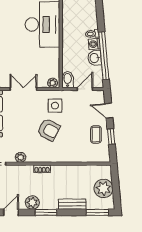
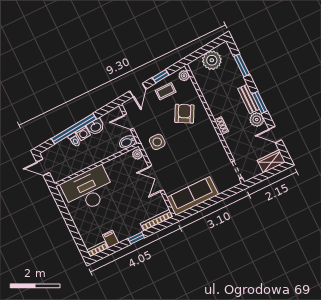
window: (104, 56) -> (74, 129), moved
armchair: (49, 130) -> (184, 114), moved
plant: (21, 157) -> (184, 76), moved
bench: (72, 204) -> (249, 99), moved
window: (97, 212) -> (242, 65), moved

